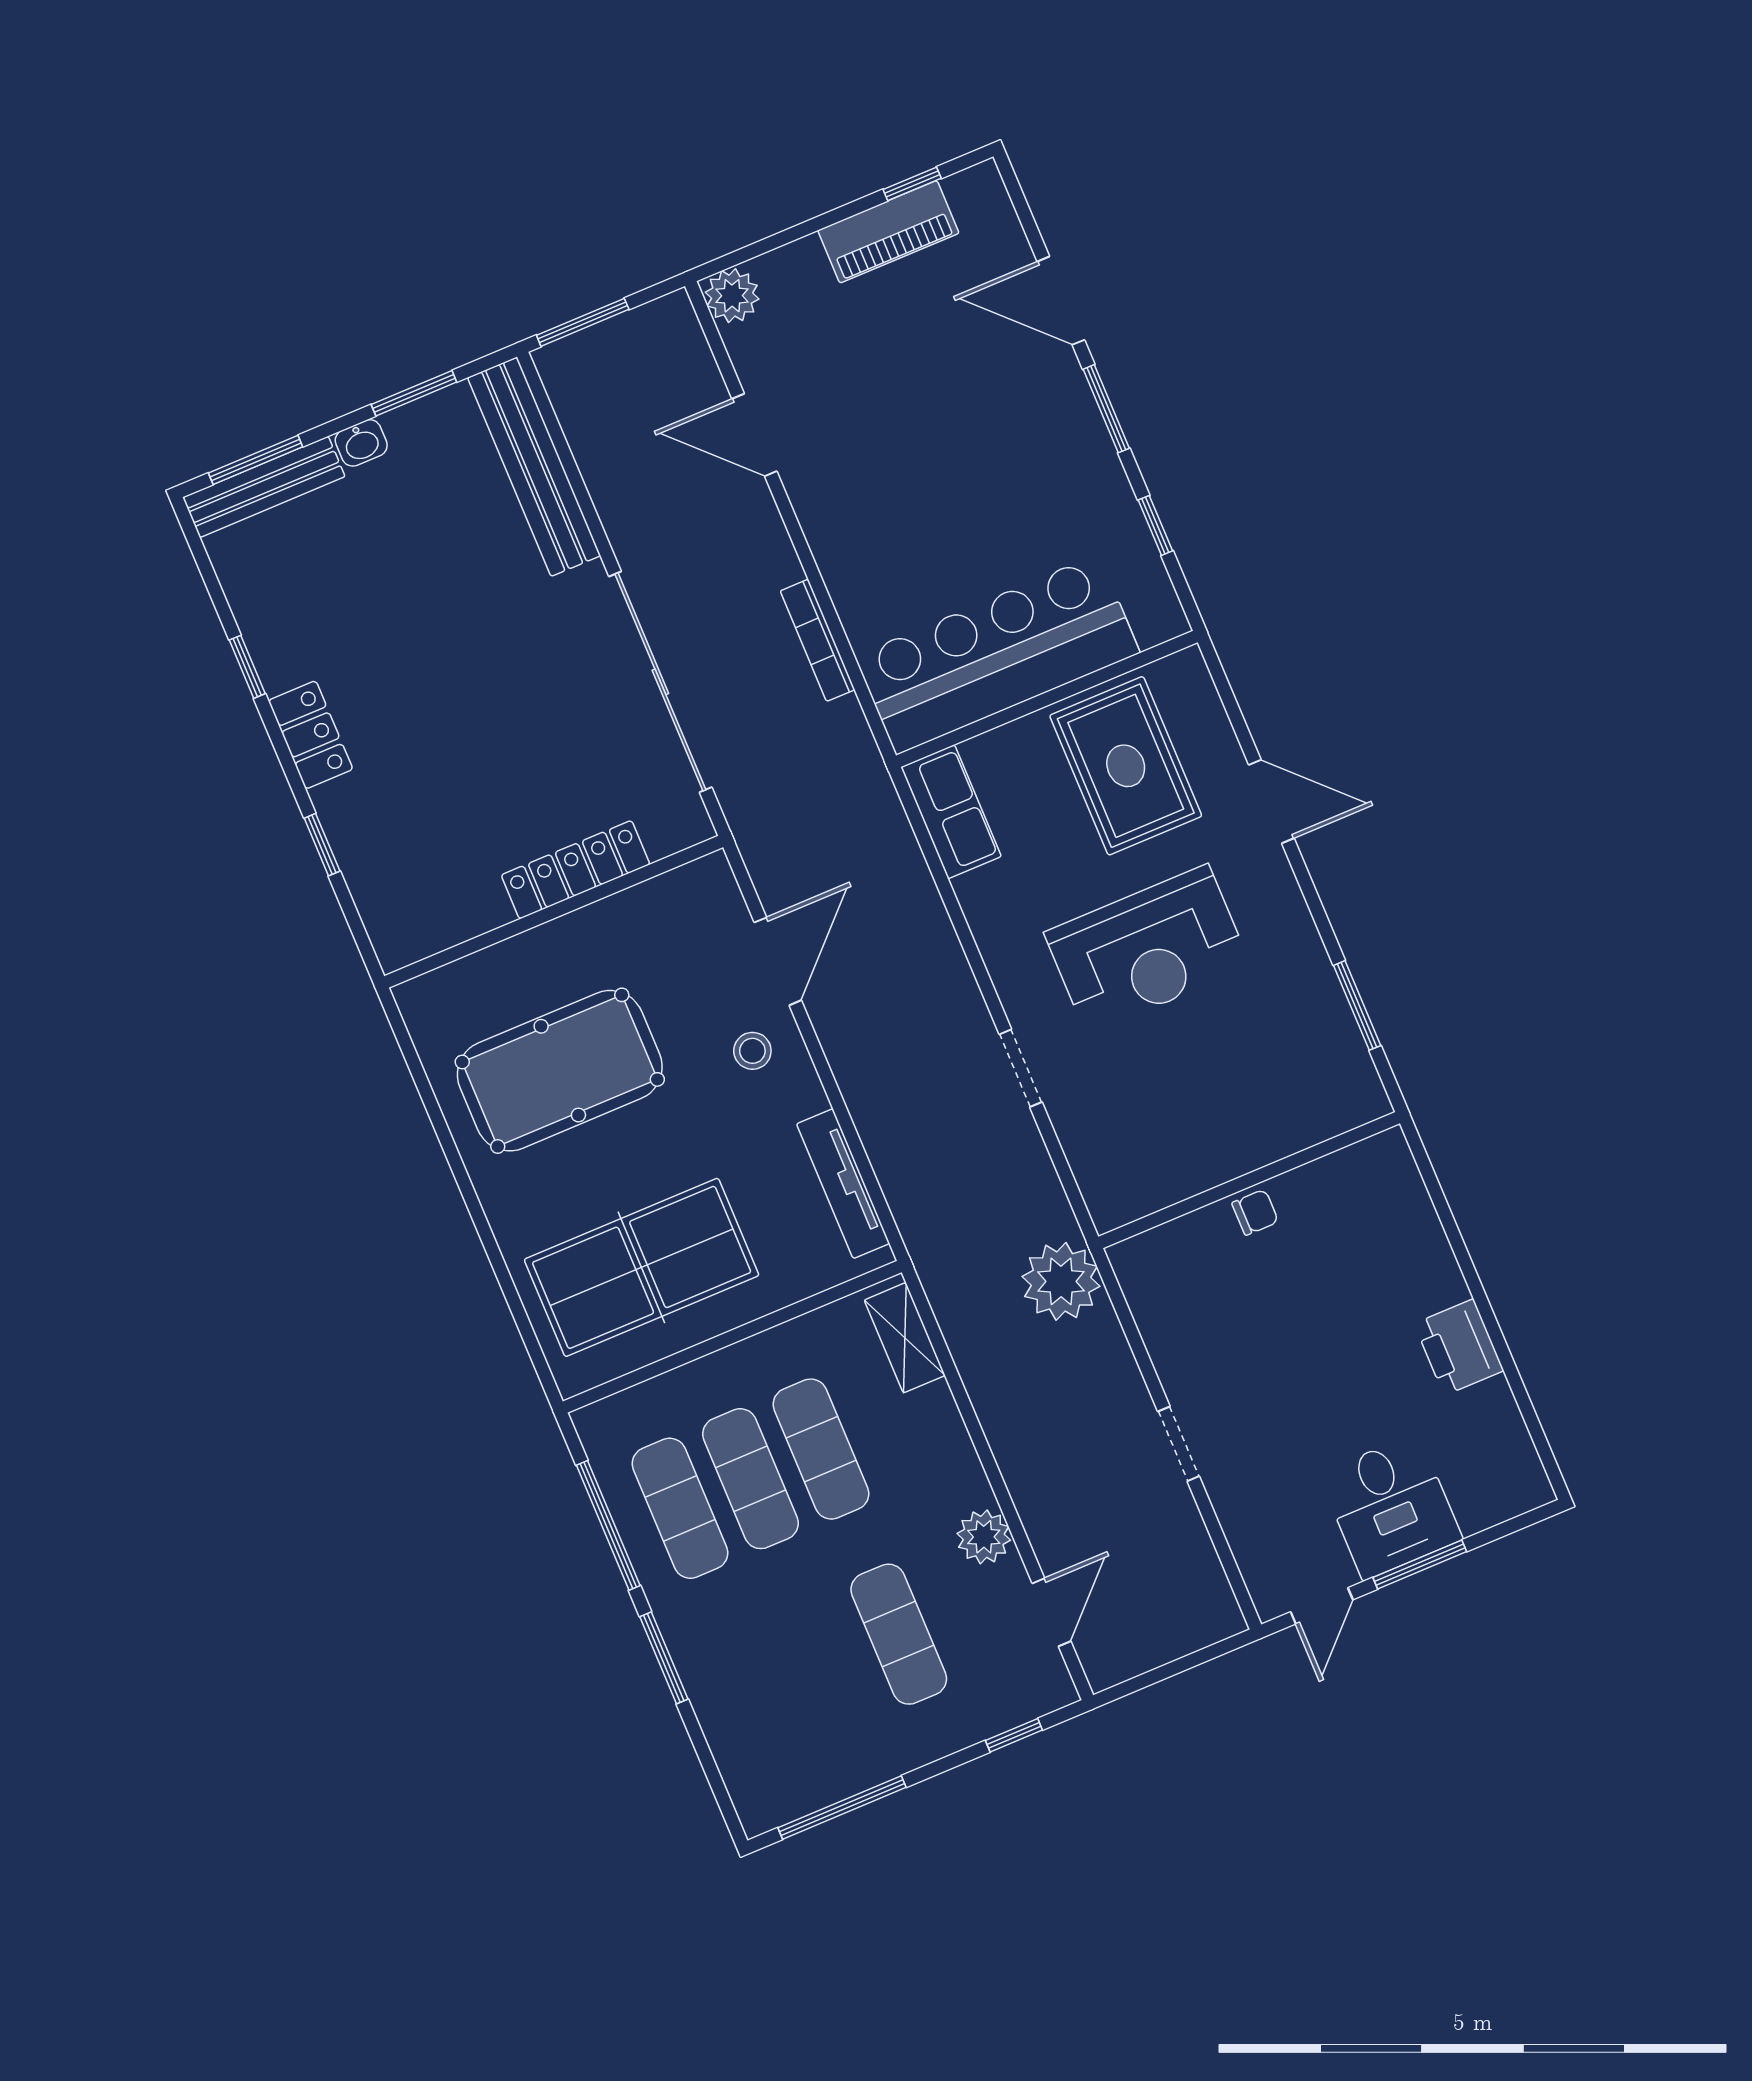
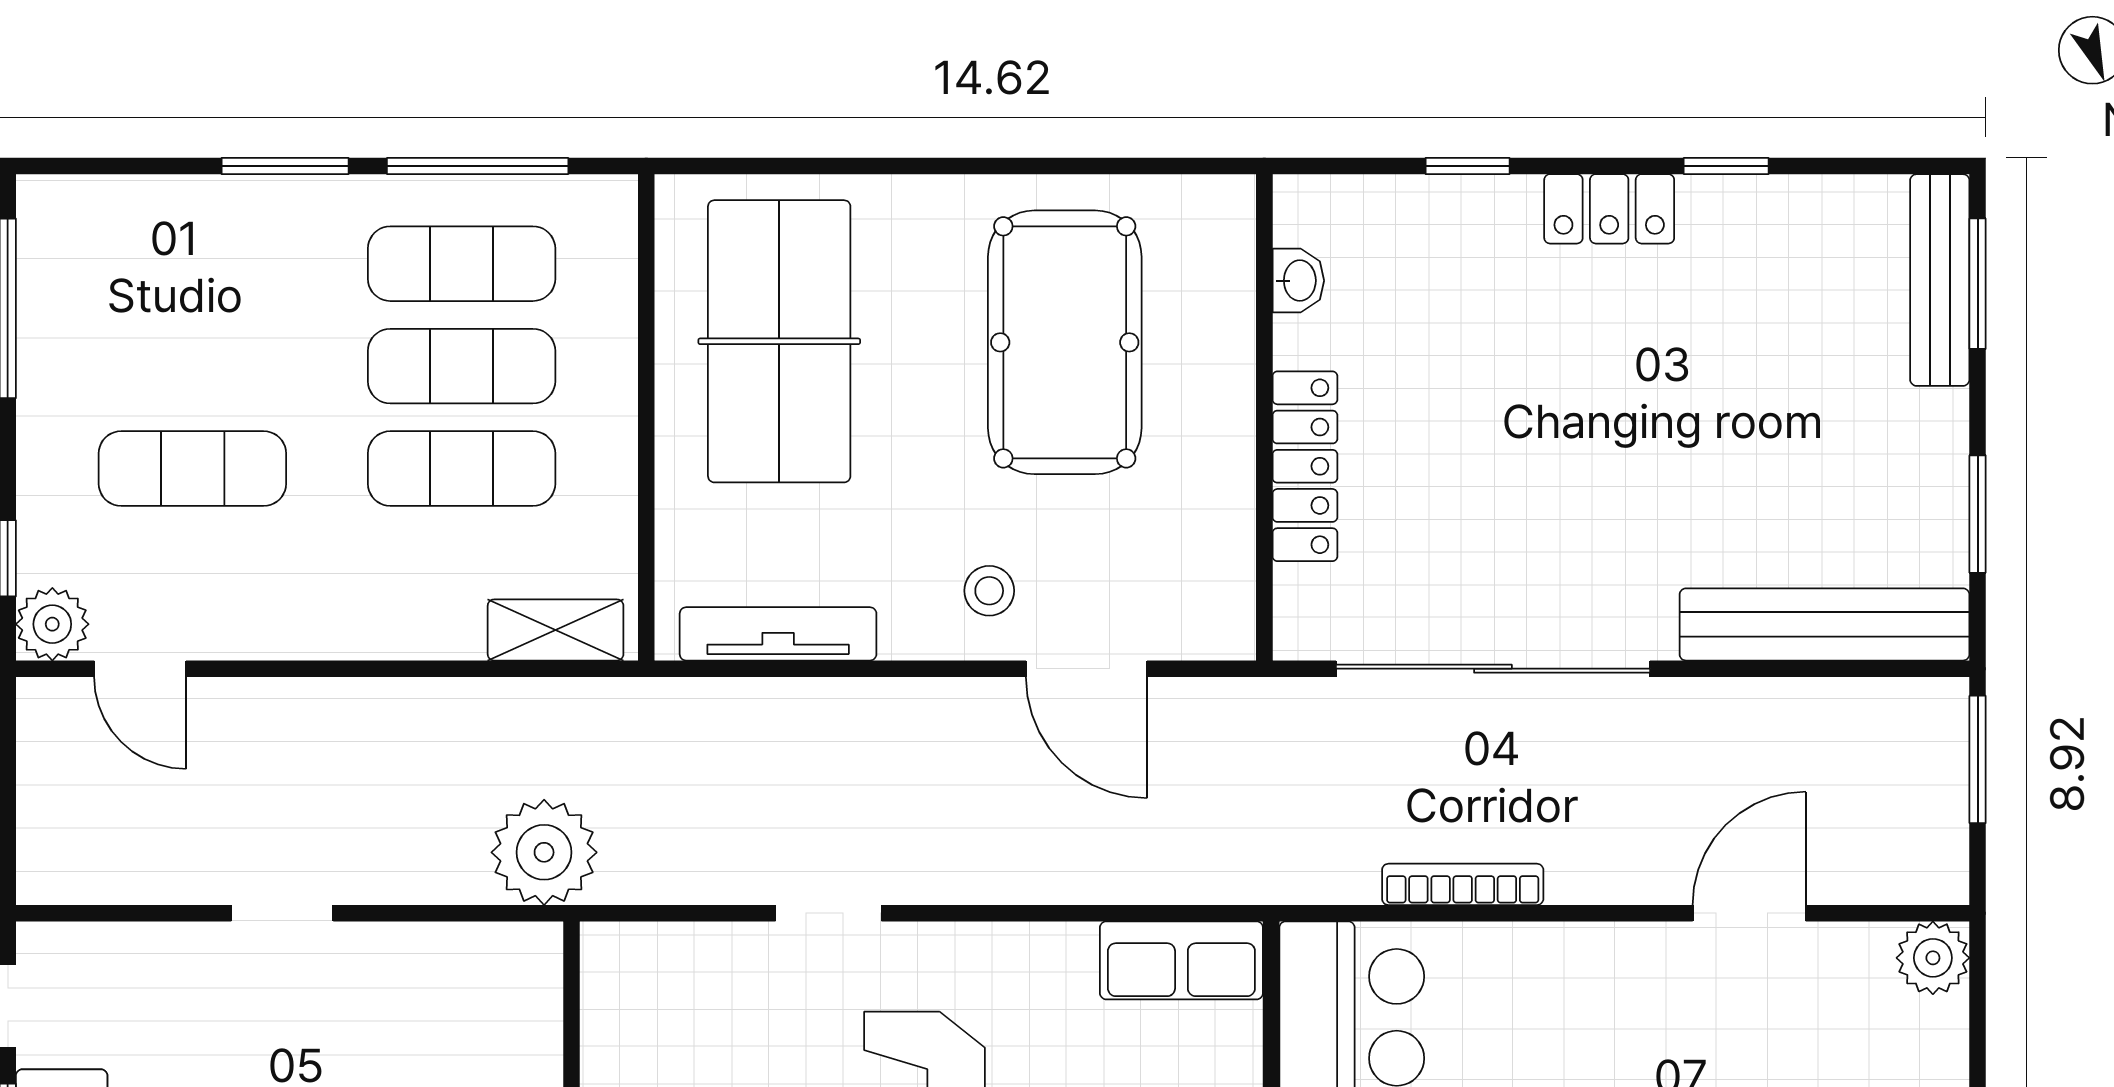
washbasin: (361, 443) -> (1298, 281), moved, turned 180
plant: (984, 1537) -> (52, 624), moved

